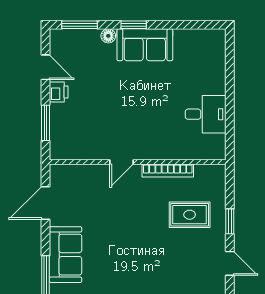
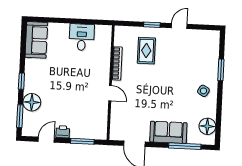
floor lamp: (108, 36) -> (32, 102), width x1.89, depth x1.89
sofa: (145, 45) -> (36, 40), moved

